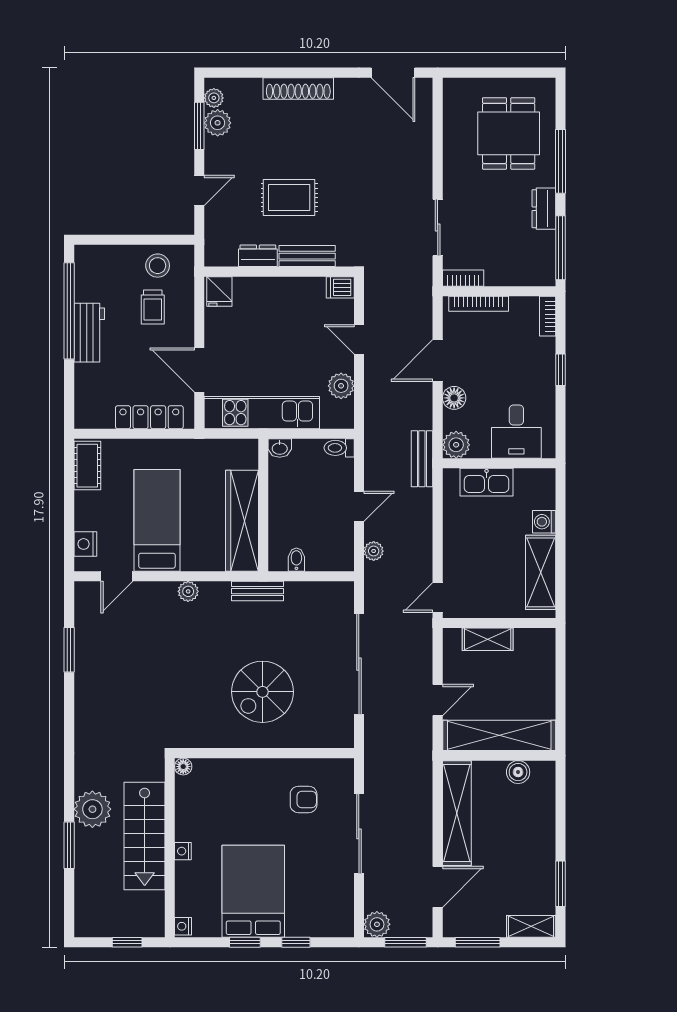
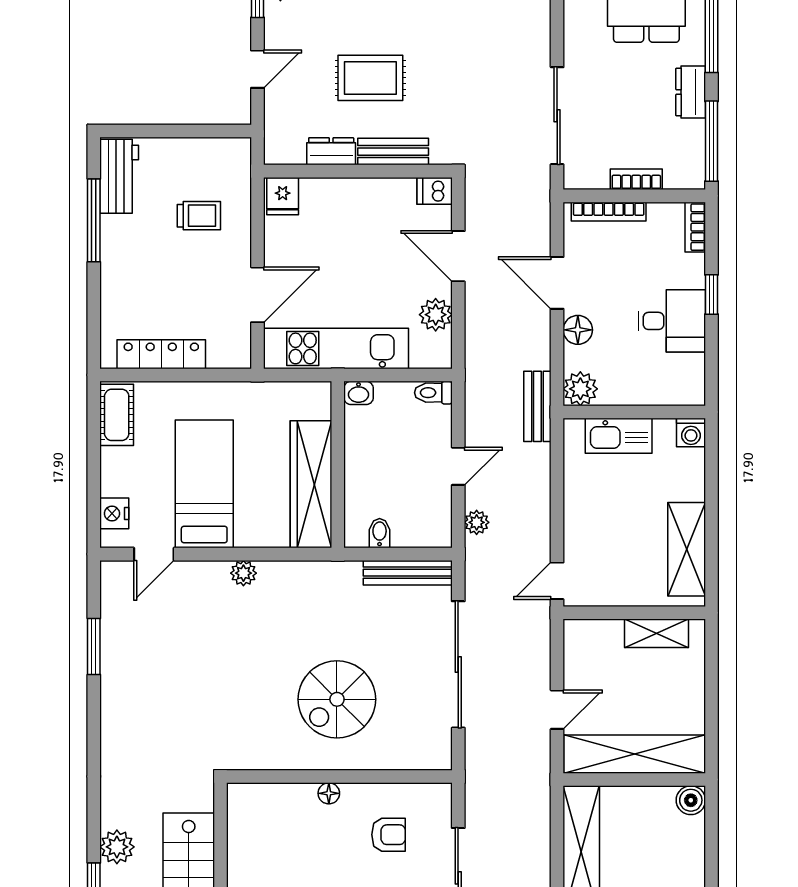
sliding door: (438, 228) -> (557, 116), width x1.37
stool: (158, 266) -> (205, 164), removed
bookcase: (463, 278) -> (636, 179), moved
trolley: (153, 307) -> (199, 216), turned -90
window: (69, 311) -> (94, 220), width x0.68
workbench: (89, 333) -> (119, 176), moved
door: (359, 339) -> (458, 256), width x1.38
door: (438, 361) -> (557, 283), hinge flipped
door: (199, 370) -> (257, 295), swing flipped
locker: (149, 417) -> (161, 354), moved
desk: (516, 432) -> (672, 321), moved, turned -90
washing machine: (544, 522) -> (691, 433), moved, turned -90
bench: (258, 591) -> (408, 573), moved, width x1.36
shelving: (488, 639) -> (657, 633), moved
floor lamp: (183, 767) -> (329, 793), moved
boiler: (518, 772) -> (691, 800), moved
plant: (92, 809) -> (117, 847), width x0.73, depth x0.73

